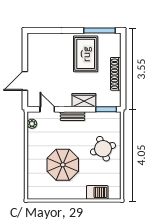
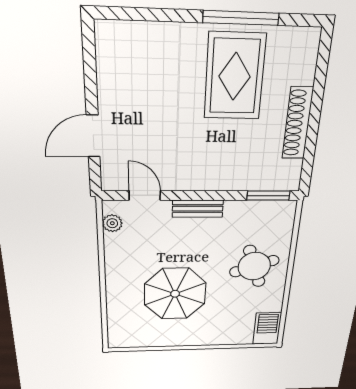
window: (99, 30) -> (241, 18), moved
wardrobe: (84, 100) -> (224, 178), removed
barbecue: (97, 192) -> (267, 328), moved, turned -90

